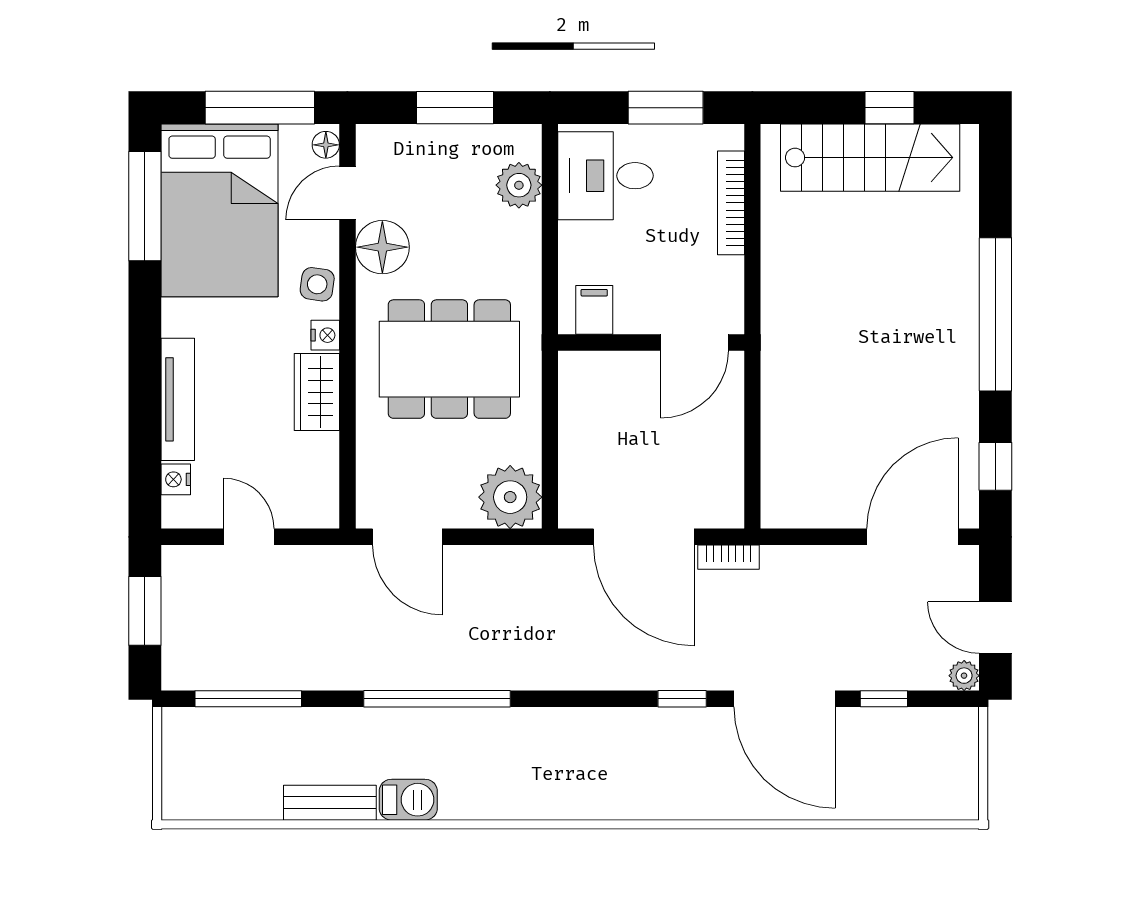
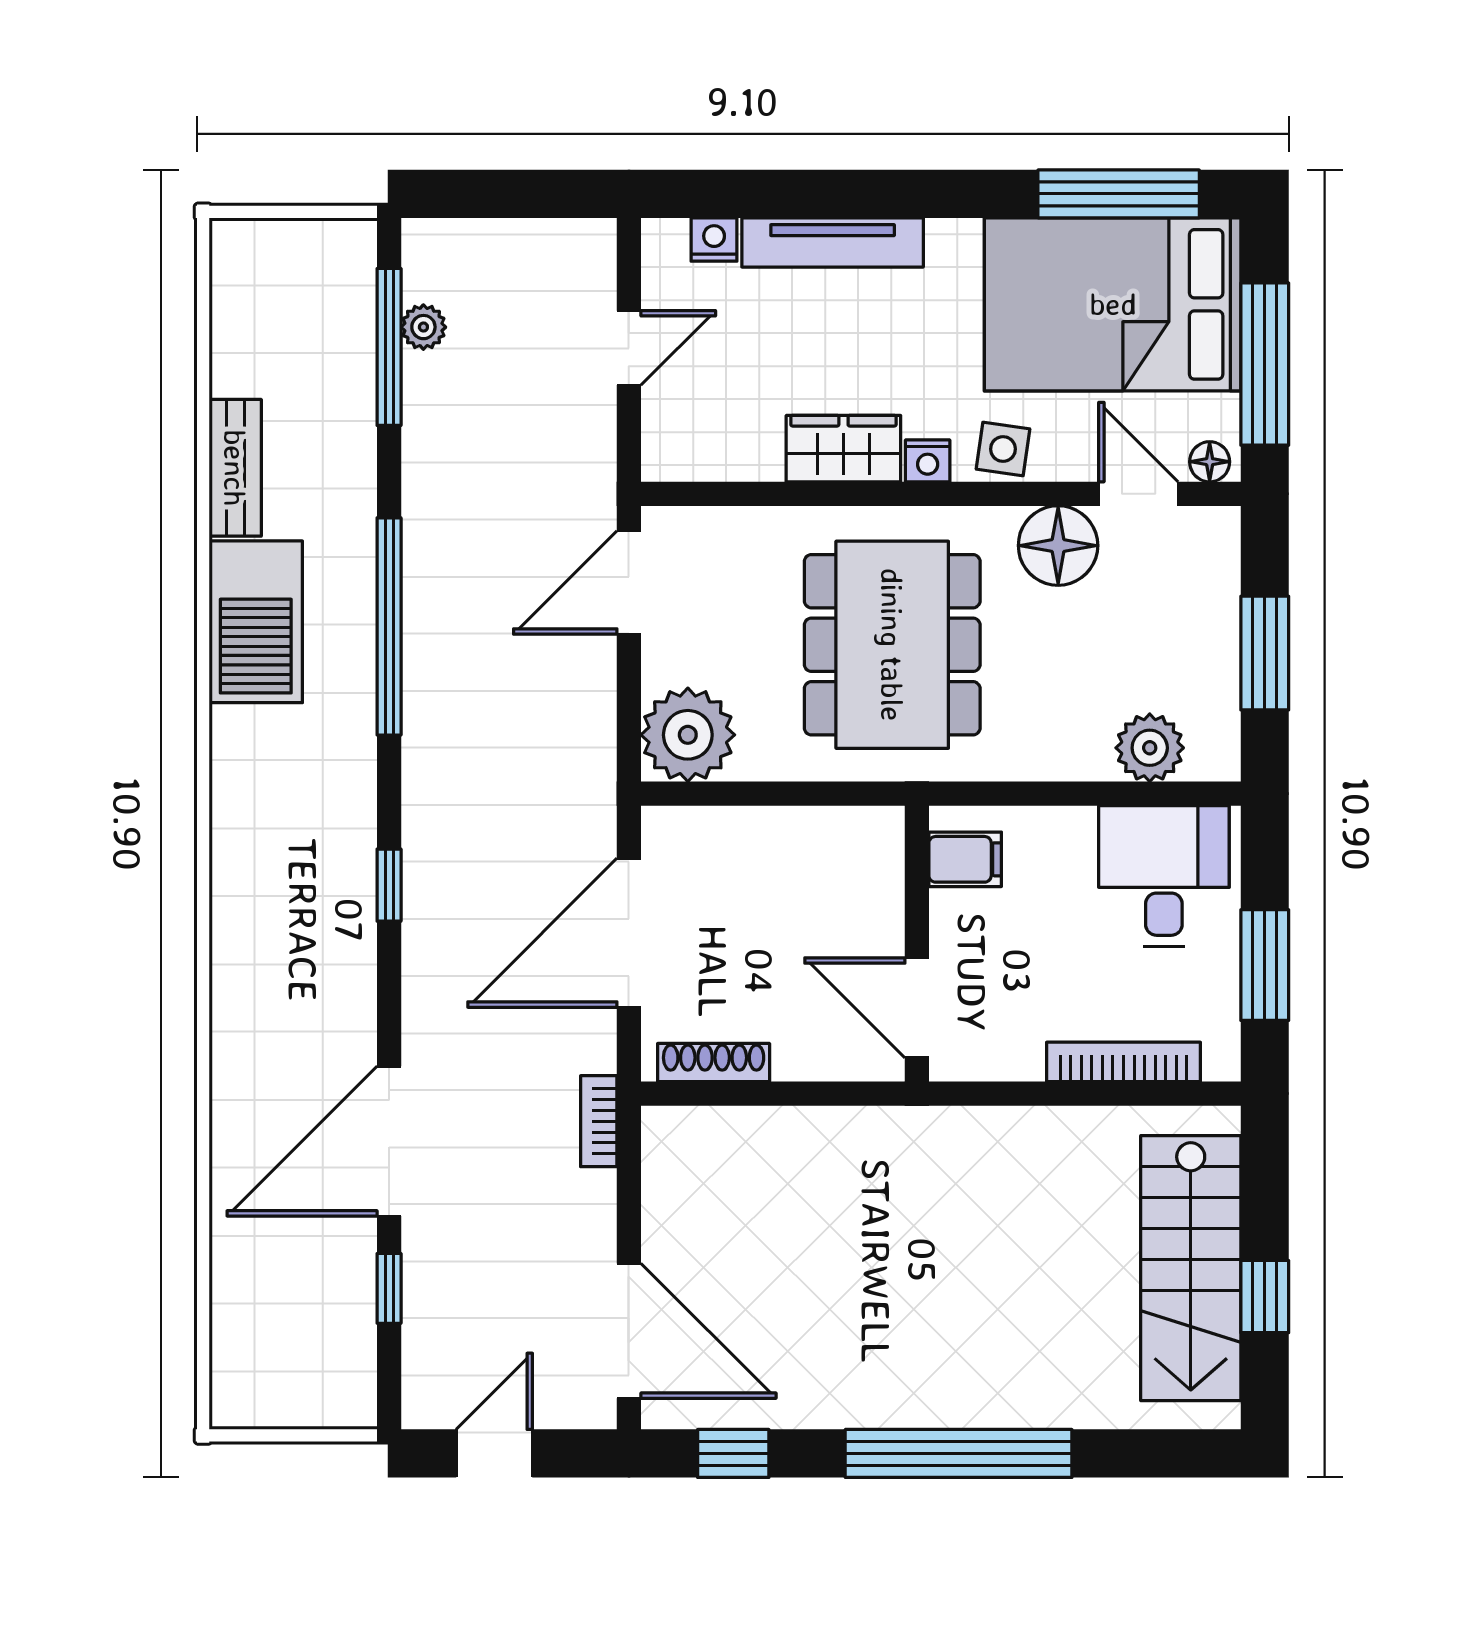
shoe rack: (731, 480) -> (714, 1063), added
bookcase: (728, 557) -> (599, 1121), moved
window: (145, 611) -> (519, 194), removed
plant: (964, 676) -> (423, 327), moved
window: (682, 699) -> (389, 885), moved
barbecue: (408, 800) -> (256, 622), width x1.88, depth x1.53

